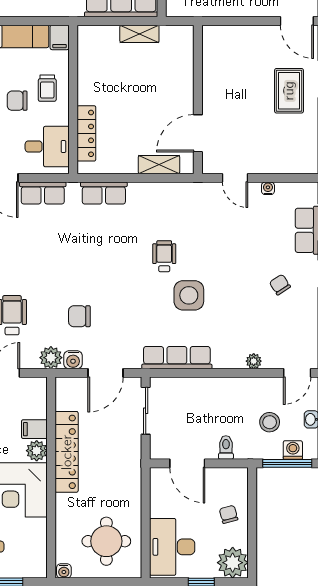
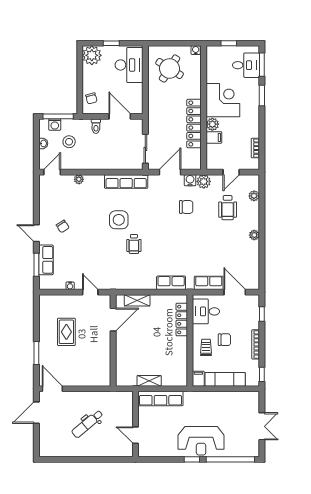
rug: (289, 91) -> (66, 332), moved
chair: (229, 514) -> (91, 98), moved
round table: (106, 541) -> (170, 68), turned 32

